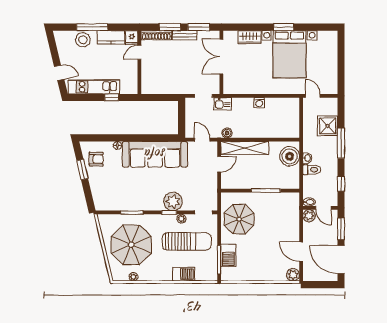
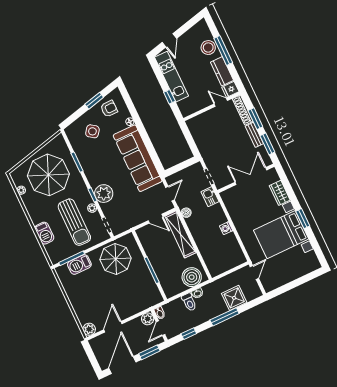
armchair: (96, 159) -> (109, 109), turned -90
side table: (110, 185) -> (92, 131), added

